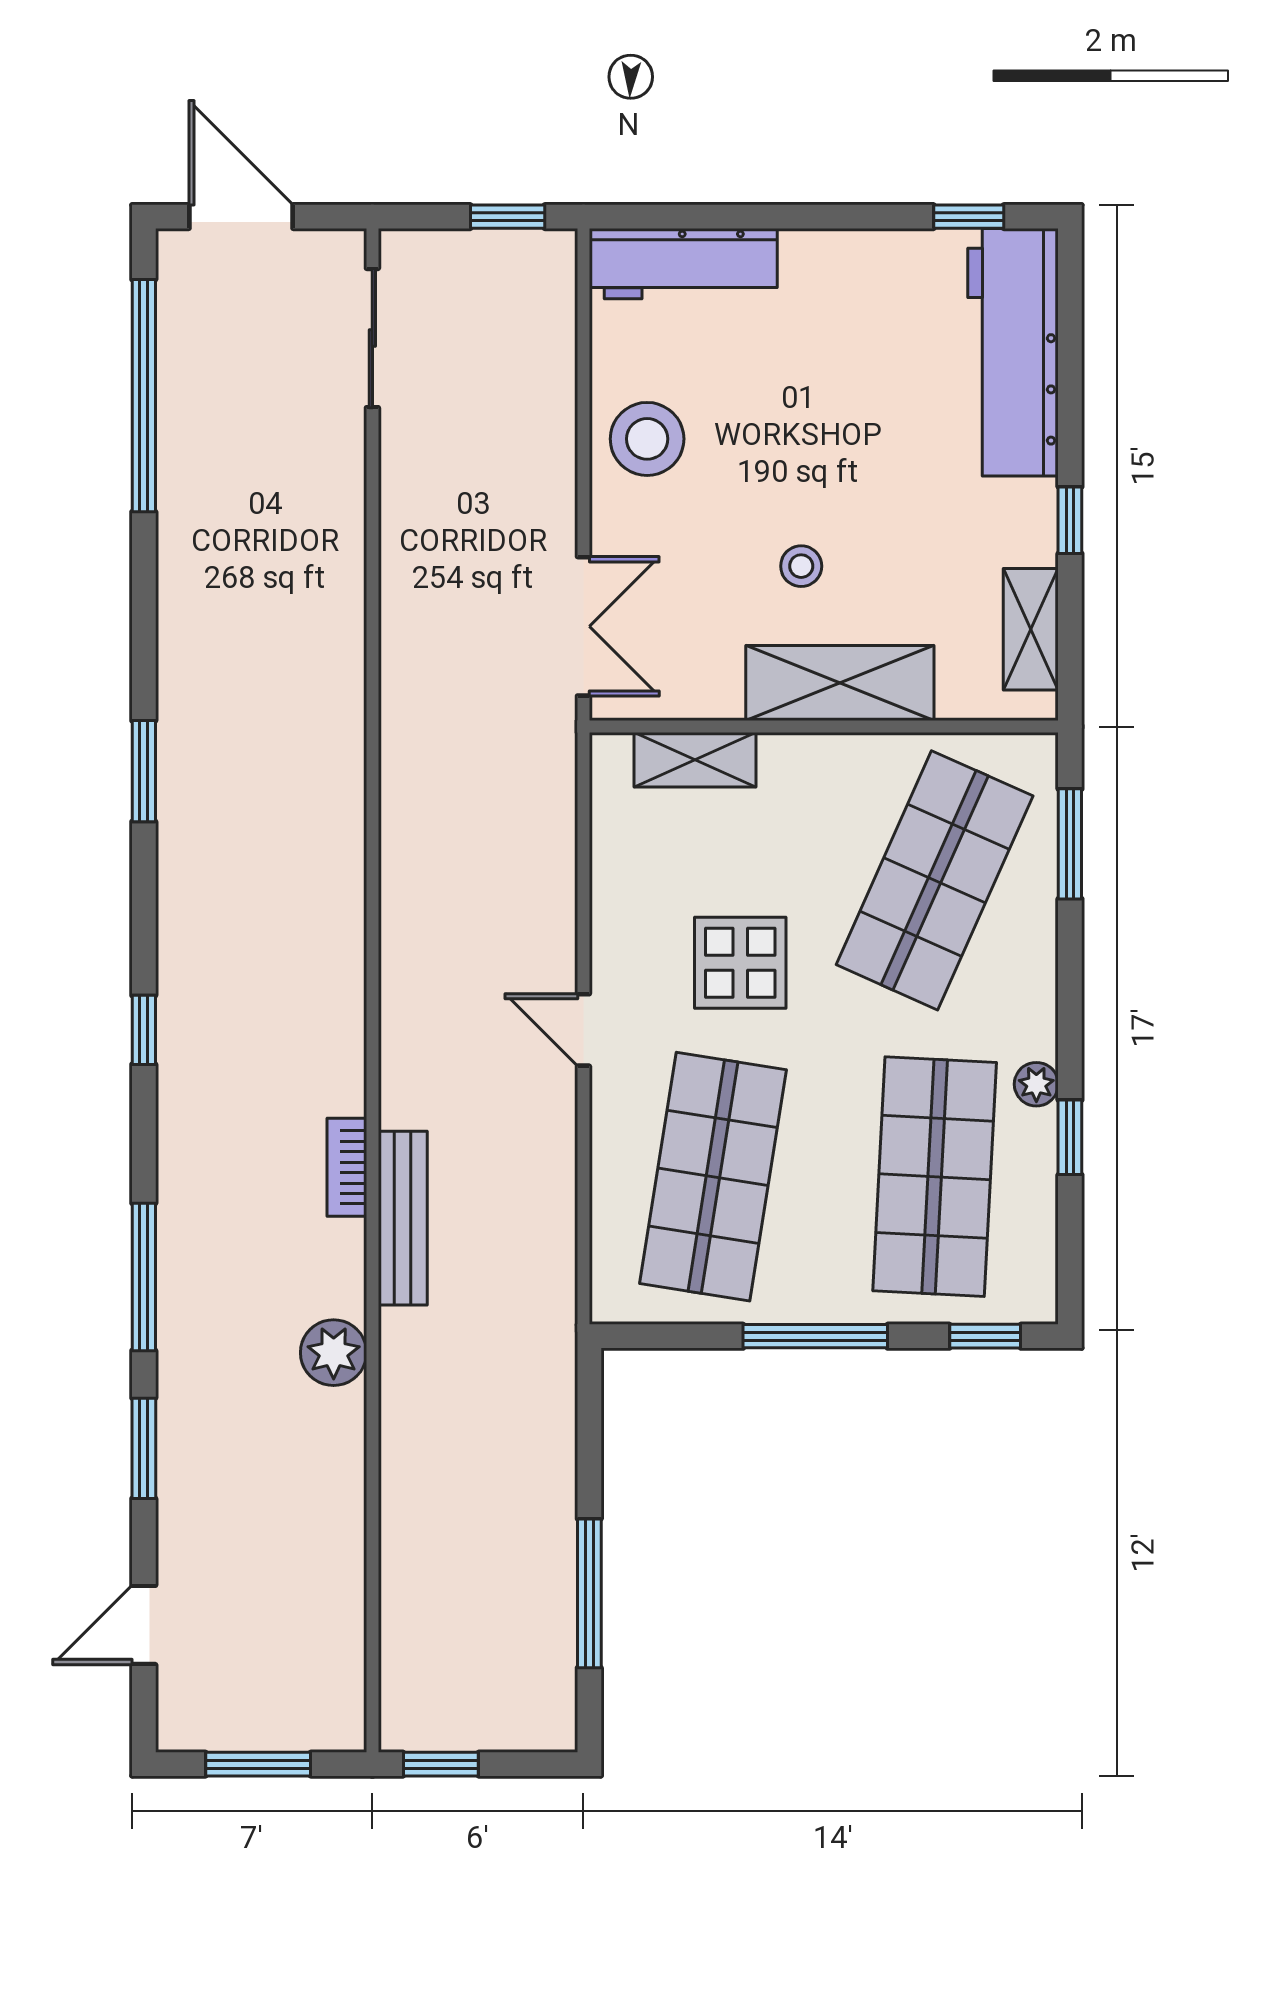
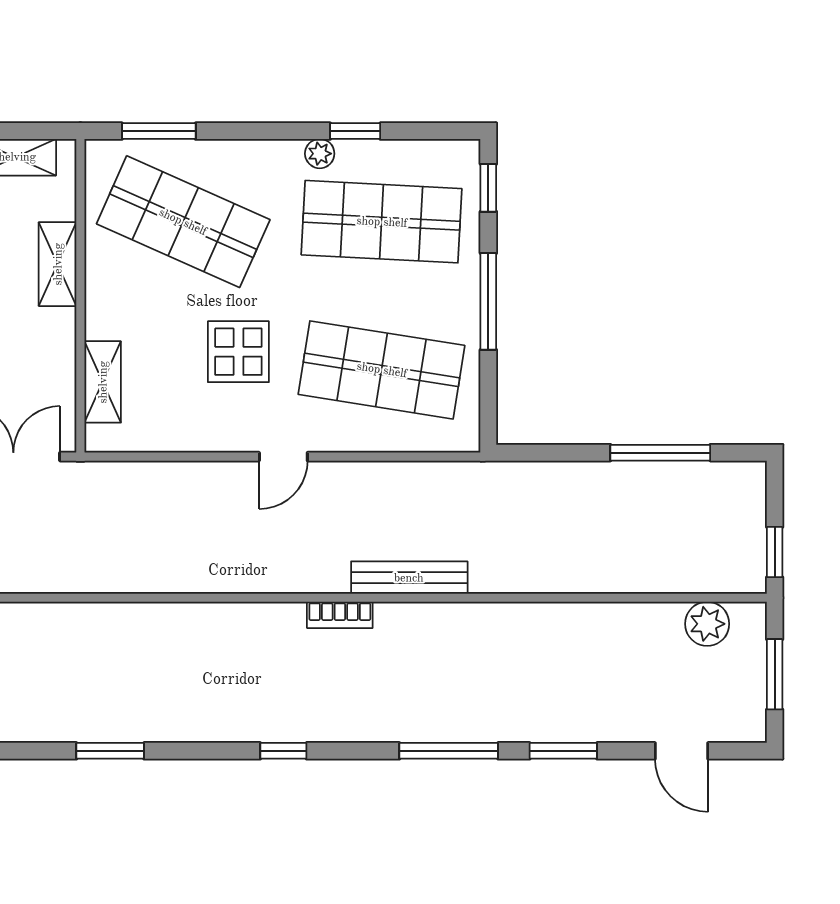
shelving: (840, 683) -> (58, 264), width x0.67, depth x0.75
bookcase: (347, 1167) -> (340, 615), moved
plant: (334, 1353) -> (707, 624), moved

